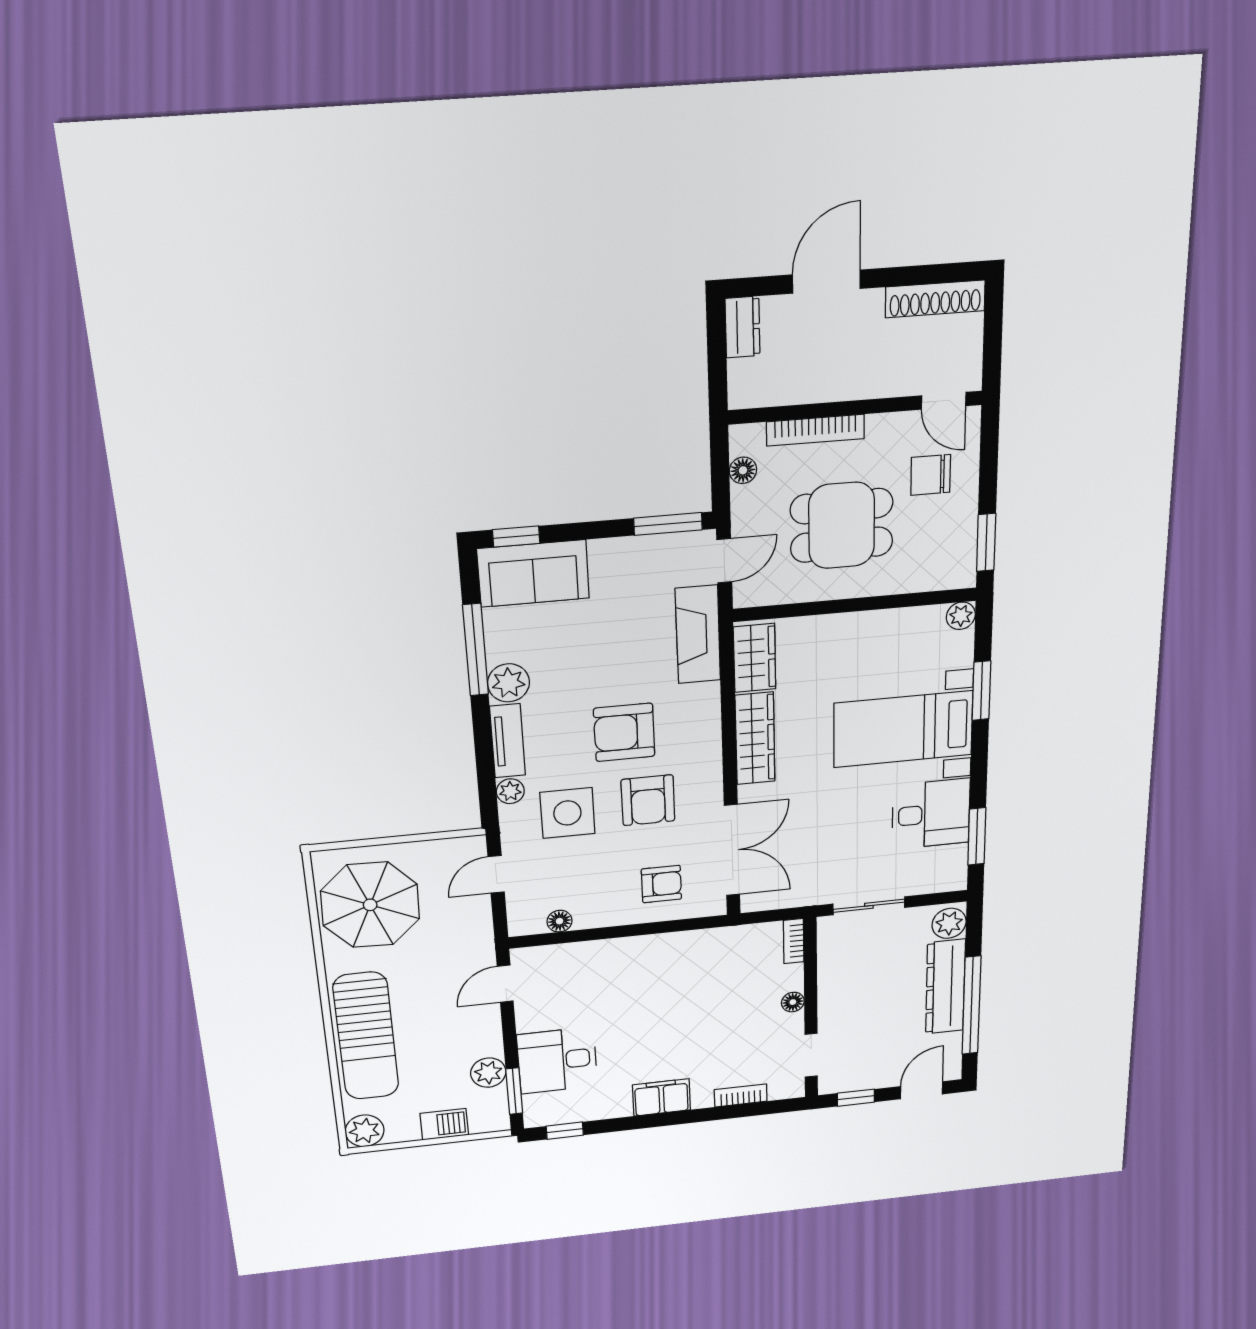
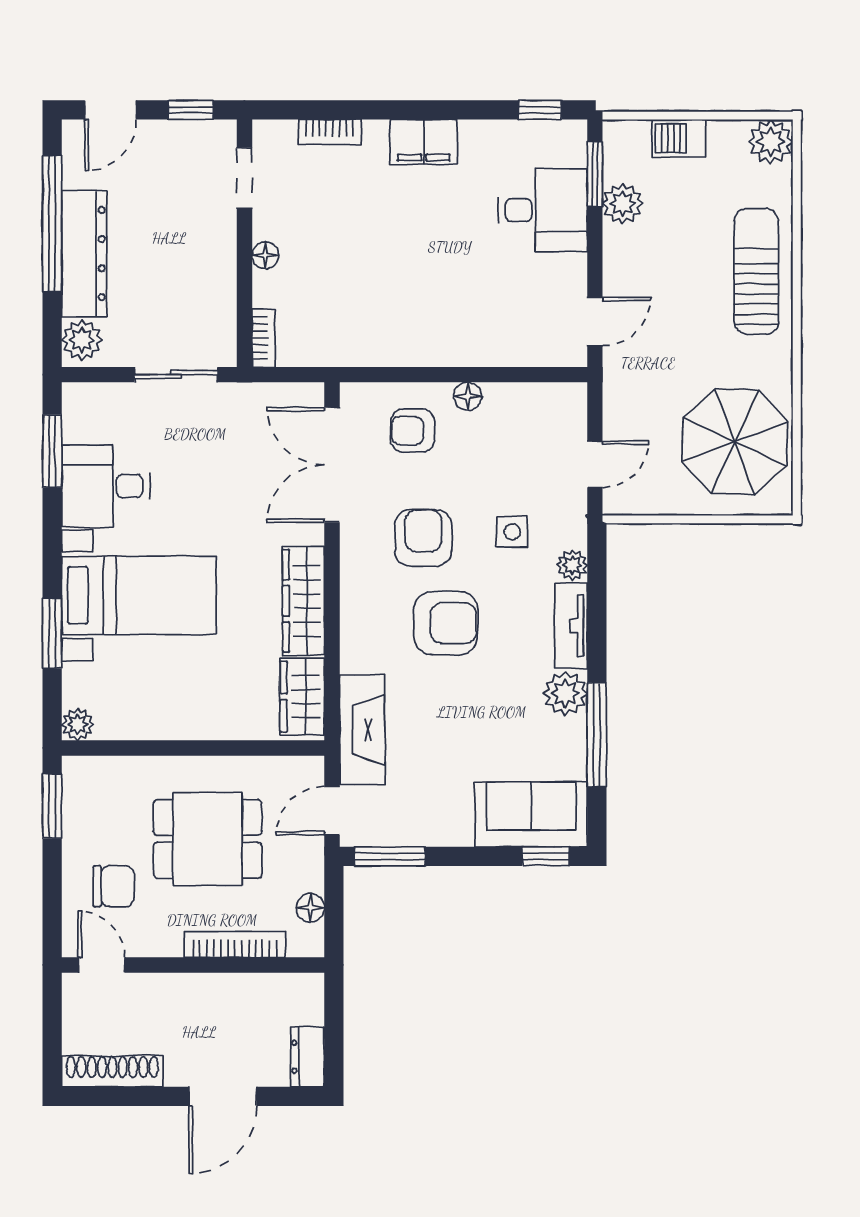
side table: (567, 813) -> (512, 532), width x0.54, depth x0.54
floor lamp: (559, 921) -> (468, 396), moved
sun lounger: (366, 1036) -> (756, 271), width x0.73, depth x0.75

